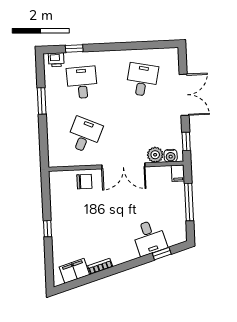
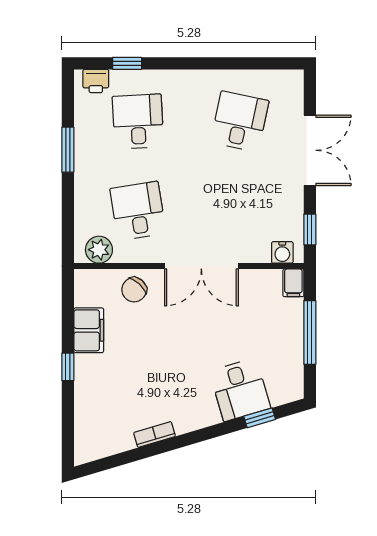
desk: (85, 135) -> (138, 211), turned -33
plant: (155, 155) -> (99, 250), moved
chair: (84, 182) -> (134, 290), turned 132
filing cabinet: (74, 271) -> (89, 330), moved, turned 107

